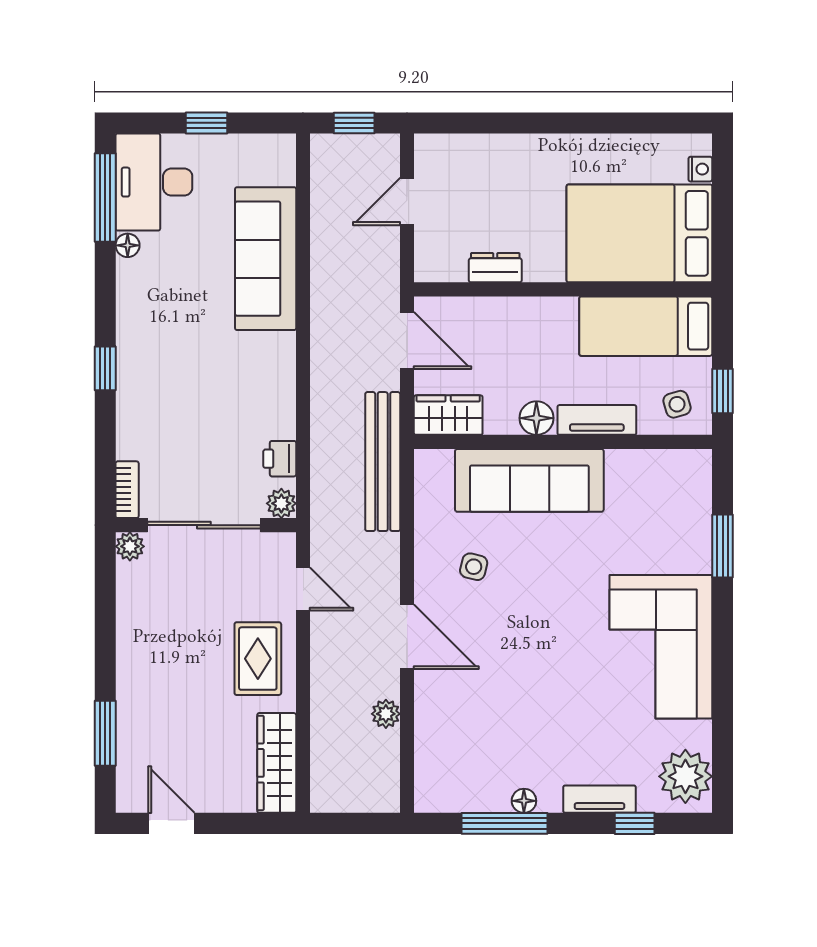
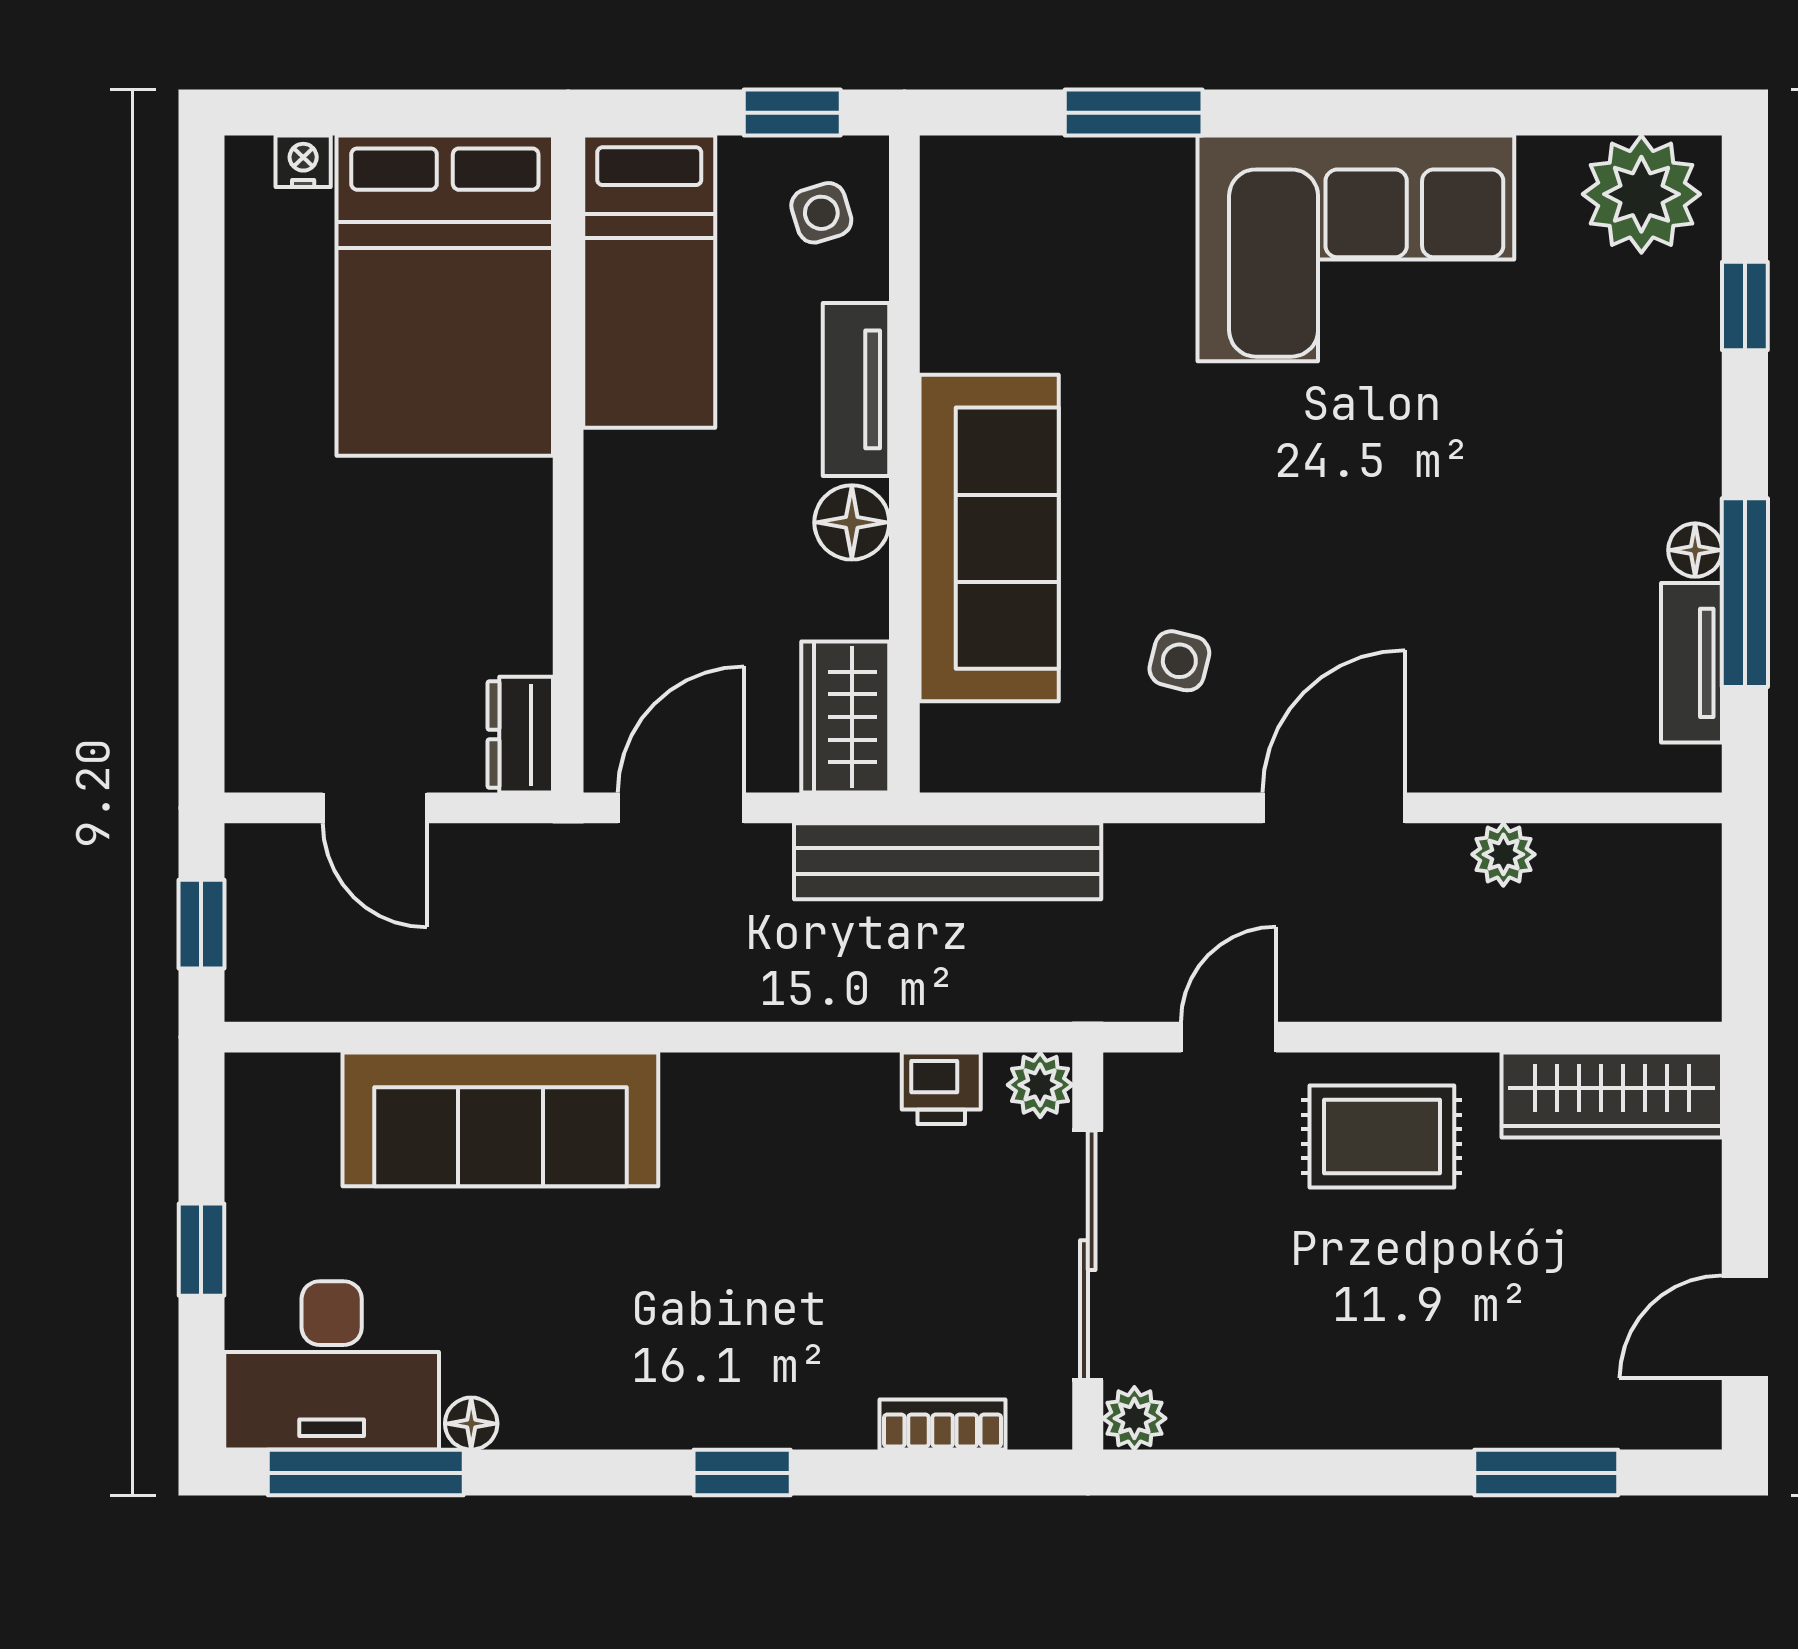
dresser: (495, 268) -> (520, 735), moved
bookcase: (127, 490) -> (943, 1425), moved
tv unit: (599, 799) -> (1691, 663), moved

